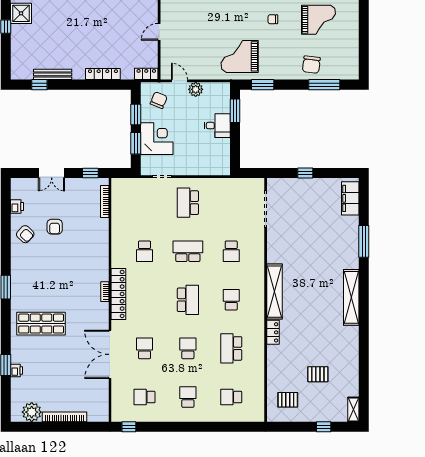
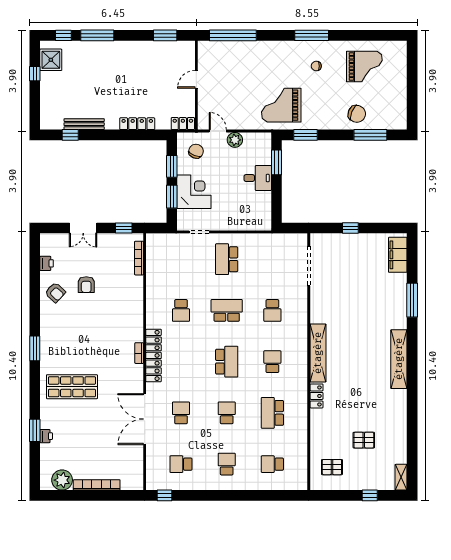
chair: (311, 65) -> (357, 114), turned -75

